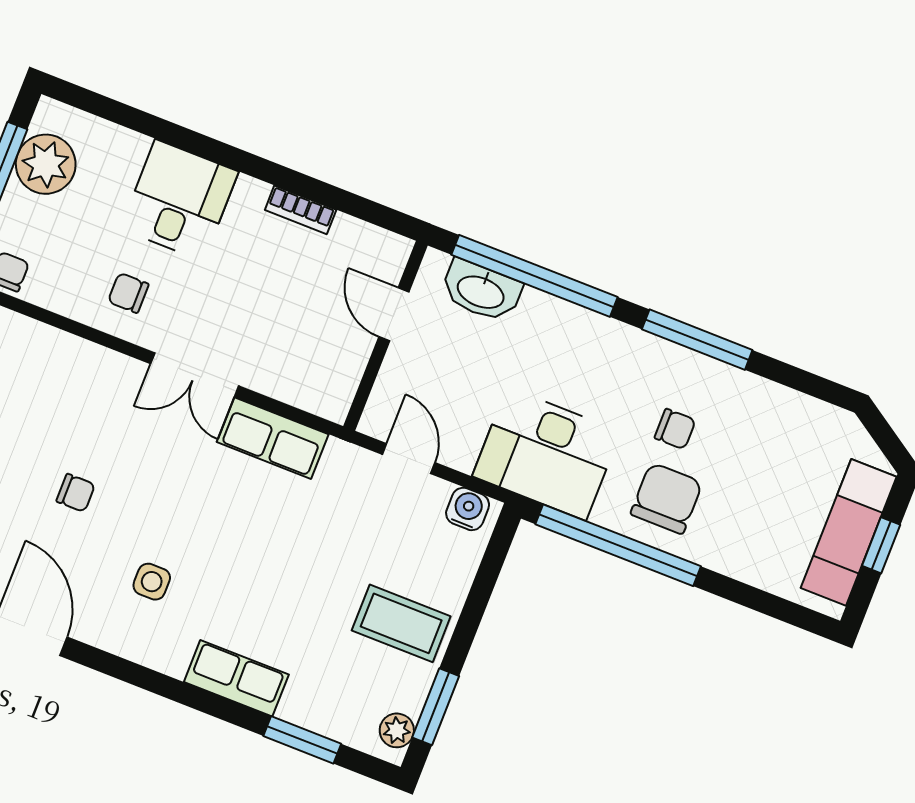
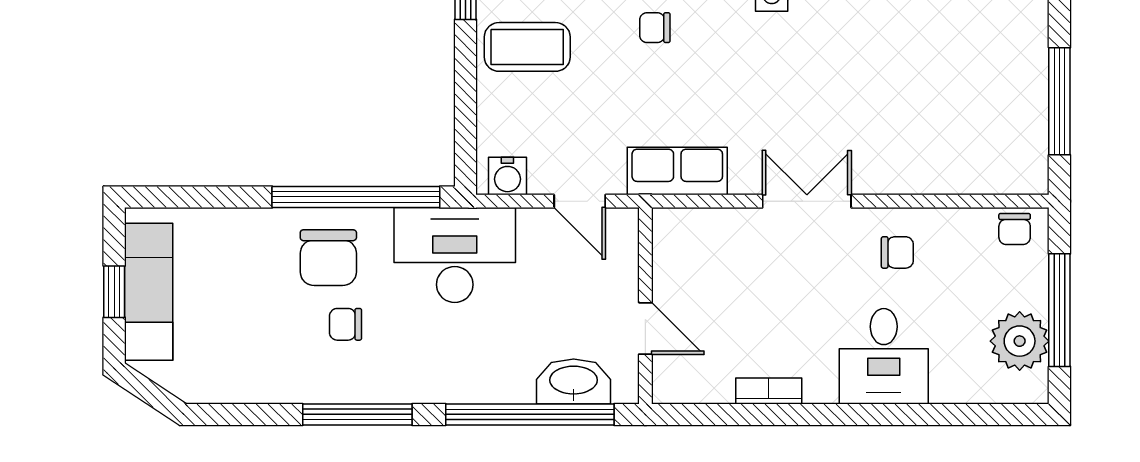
row of seats: (273, 438) -> (677, 171), moved
chair: (76, 493) -> (655, 28), moved

